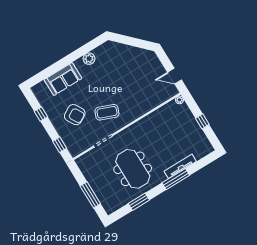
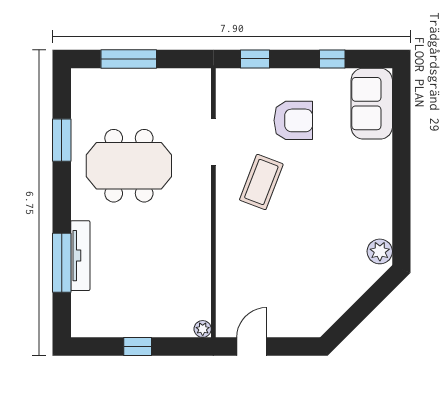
plant: (89, 59) -> (380, 251), moved
sofa: (63, 79) -> (372, 104), moved
armchair: (75, 115) -> (293, 120), turned -150
window: (176, 179) -> (62, 263), moved

